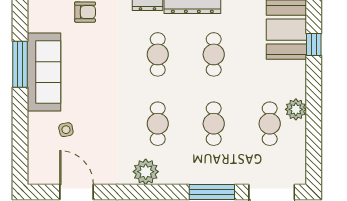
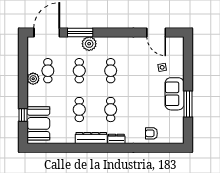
sofa: (44, 72) -> (174, 94), width x0.73
plant: (146, 172) -> (89, 44), moved

